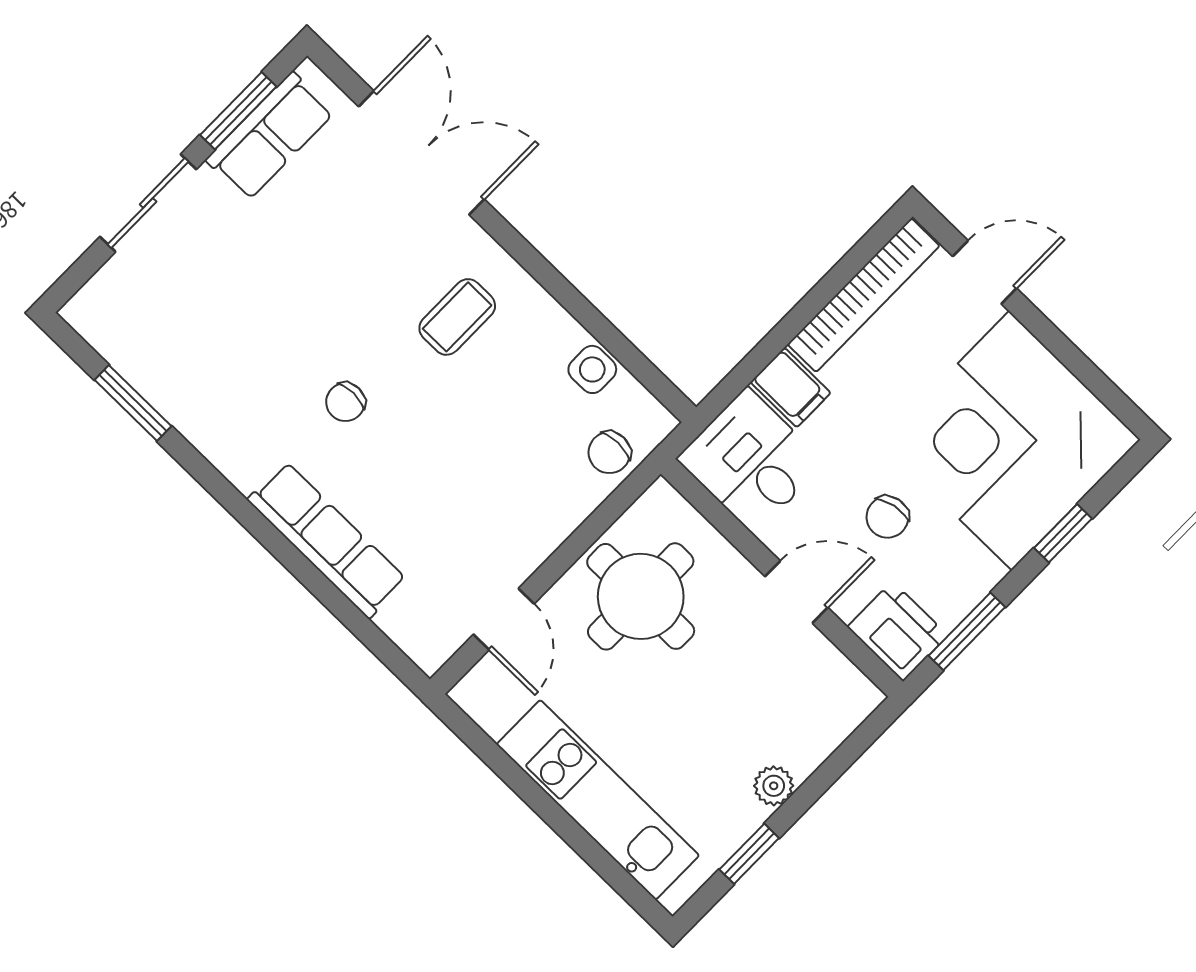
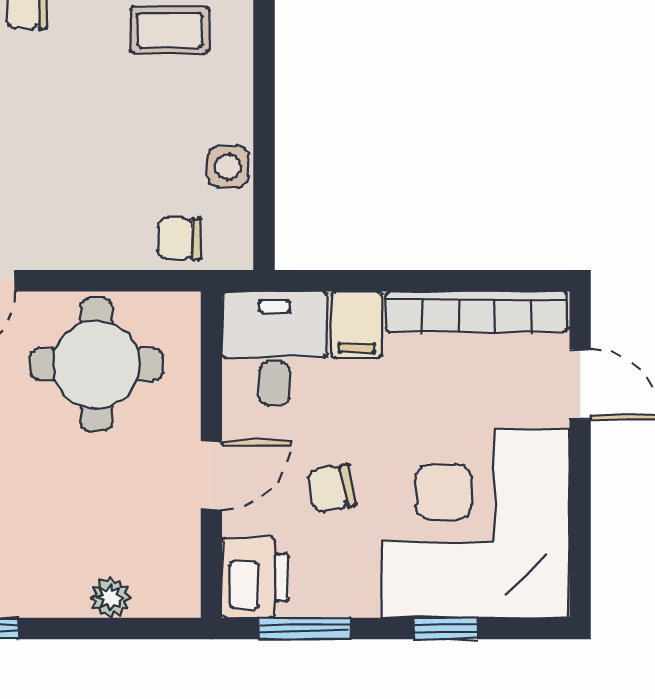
door: (796, 592) -> (211, 475), hinge flipped
plant: (774, 786) -> (110, 598), moved

